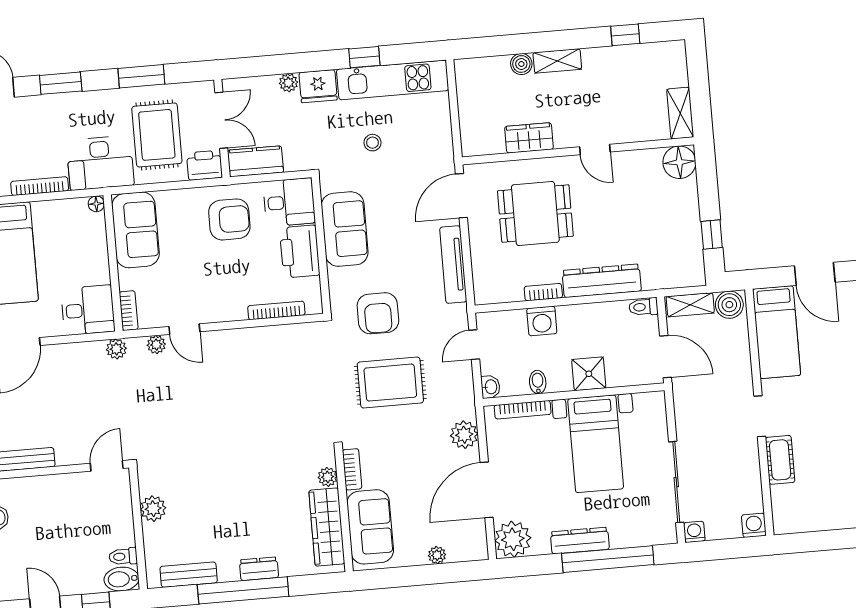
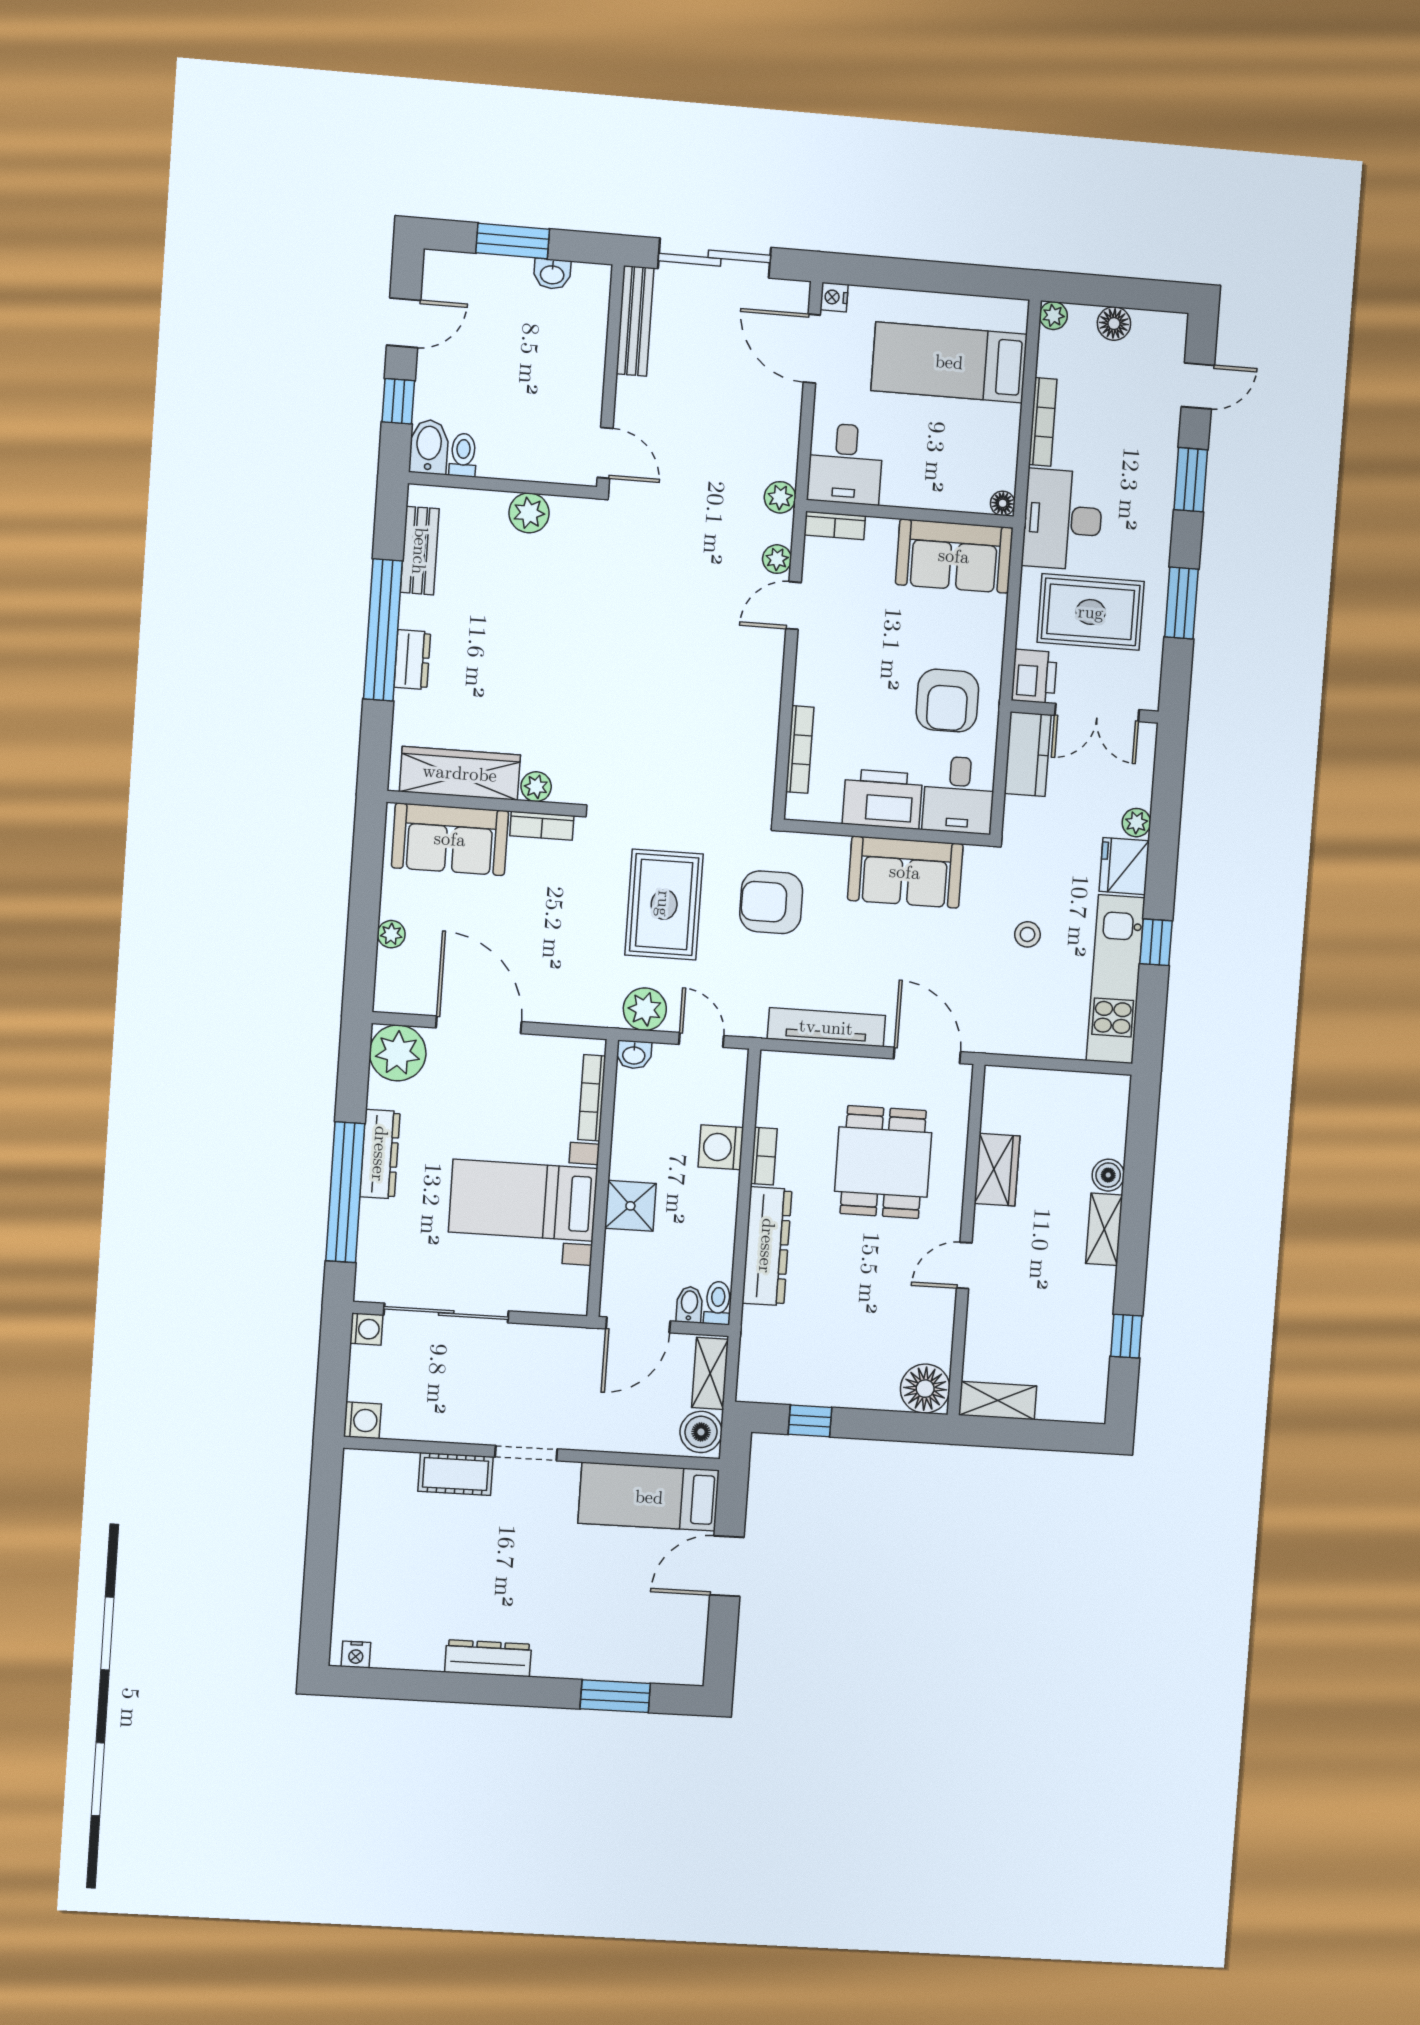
bidet: (538, 382) -> (689, 1305), moved, turned -90
plant: (464, 435) -> (645, 1009), moved

